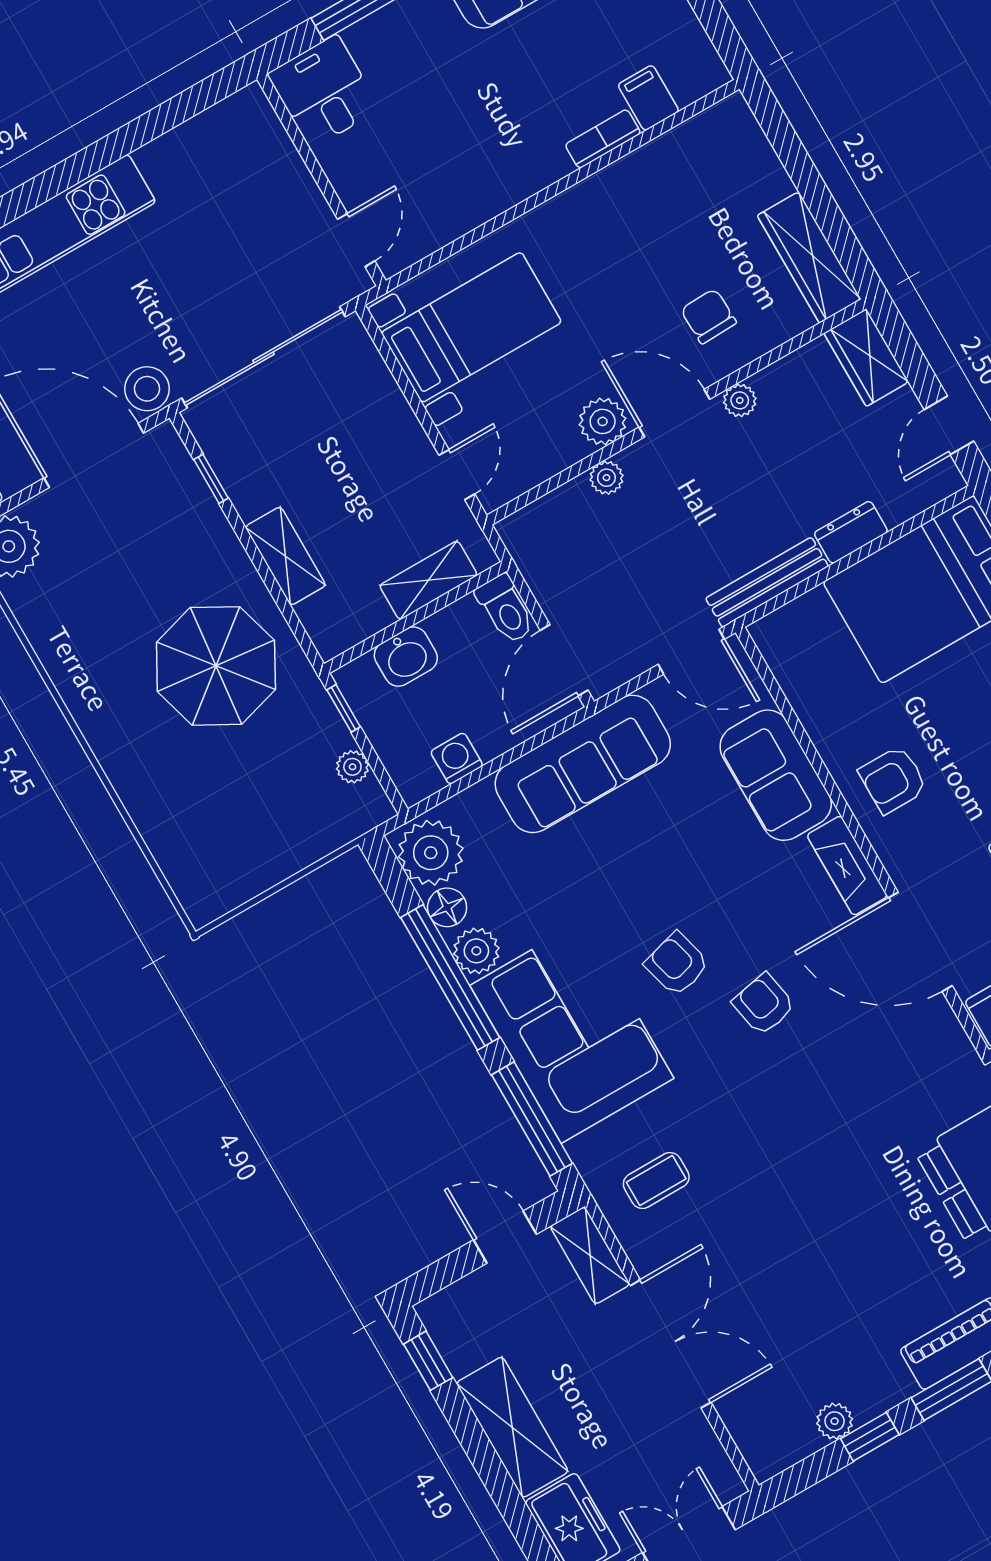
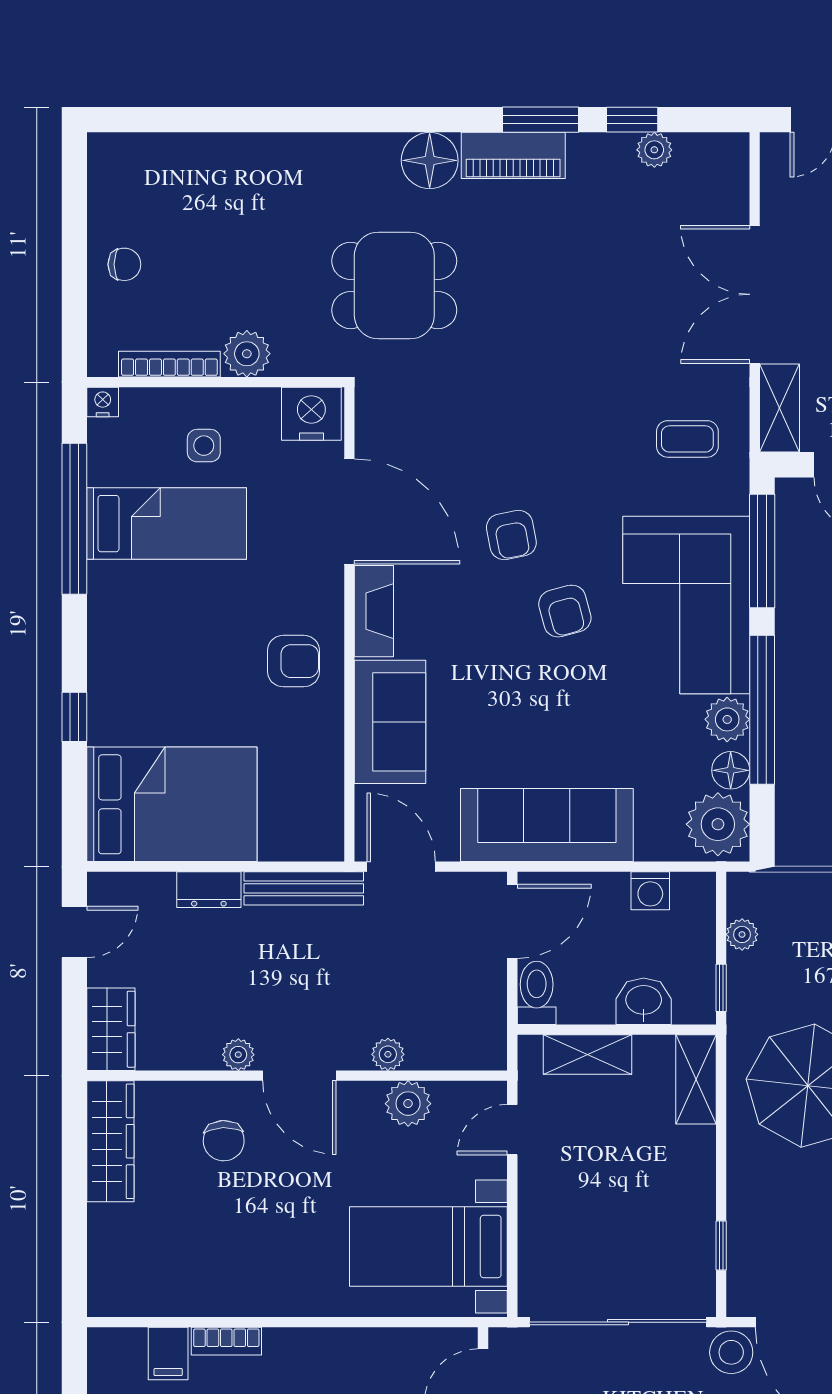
plant: (603, 421) -> (408, 1104), moved
shelving: (285, 556) -> (696, 1079), moved

